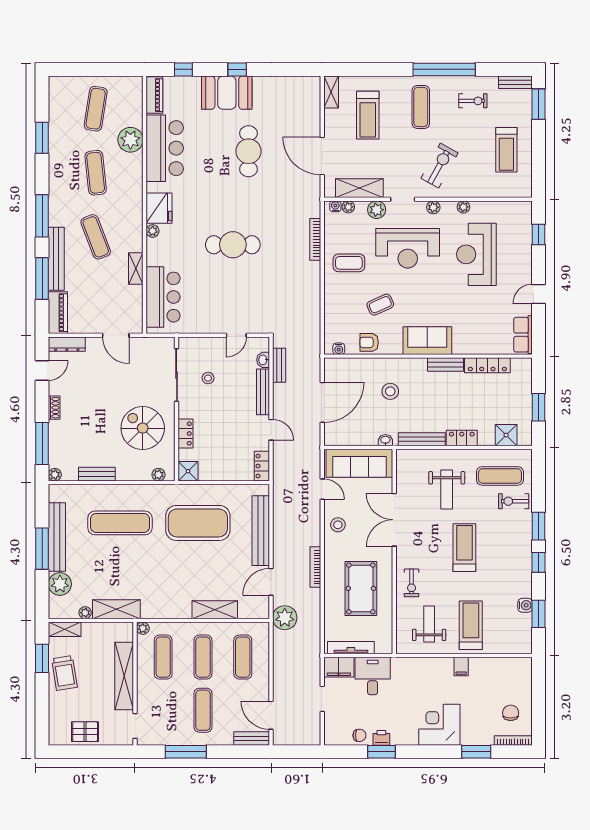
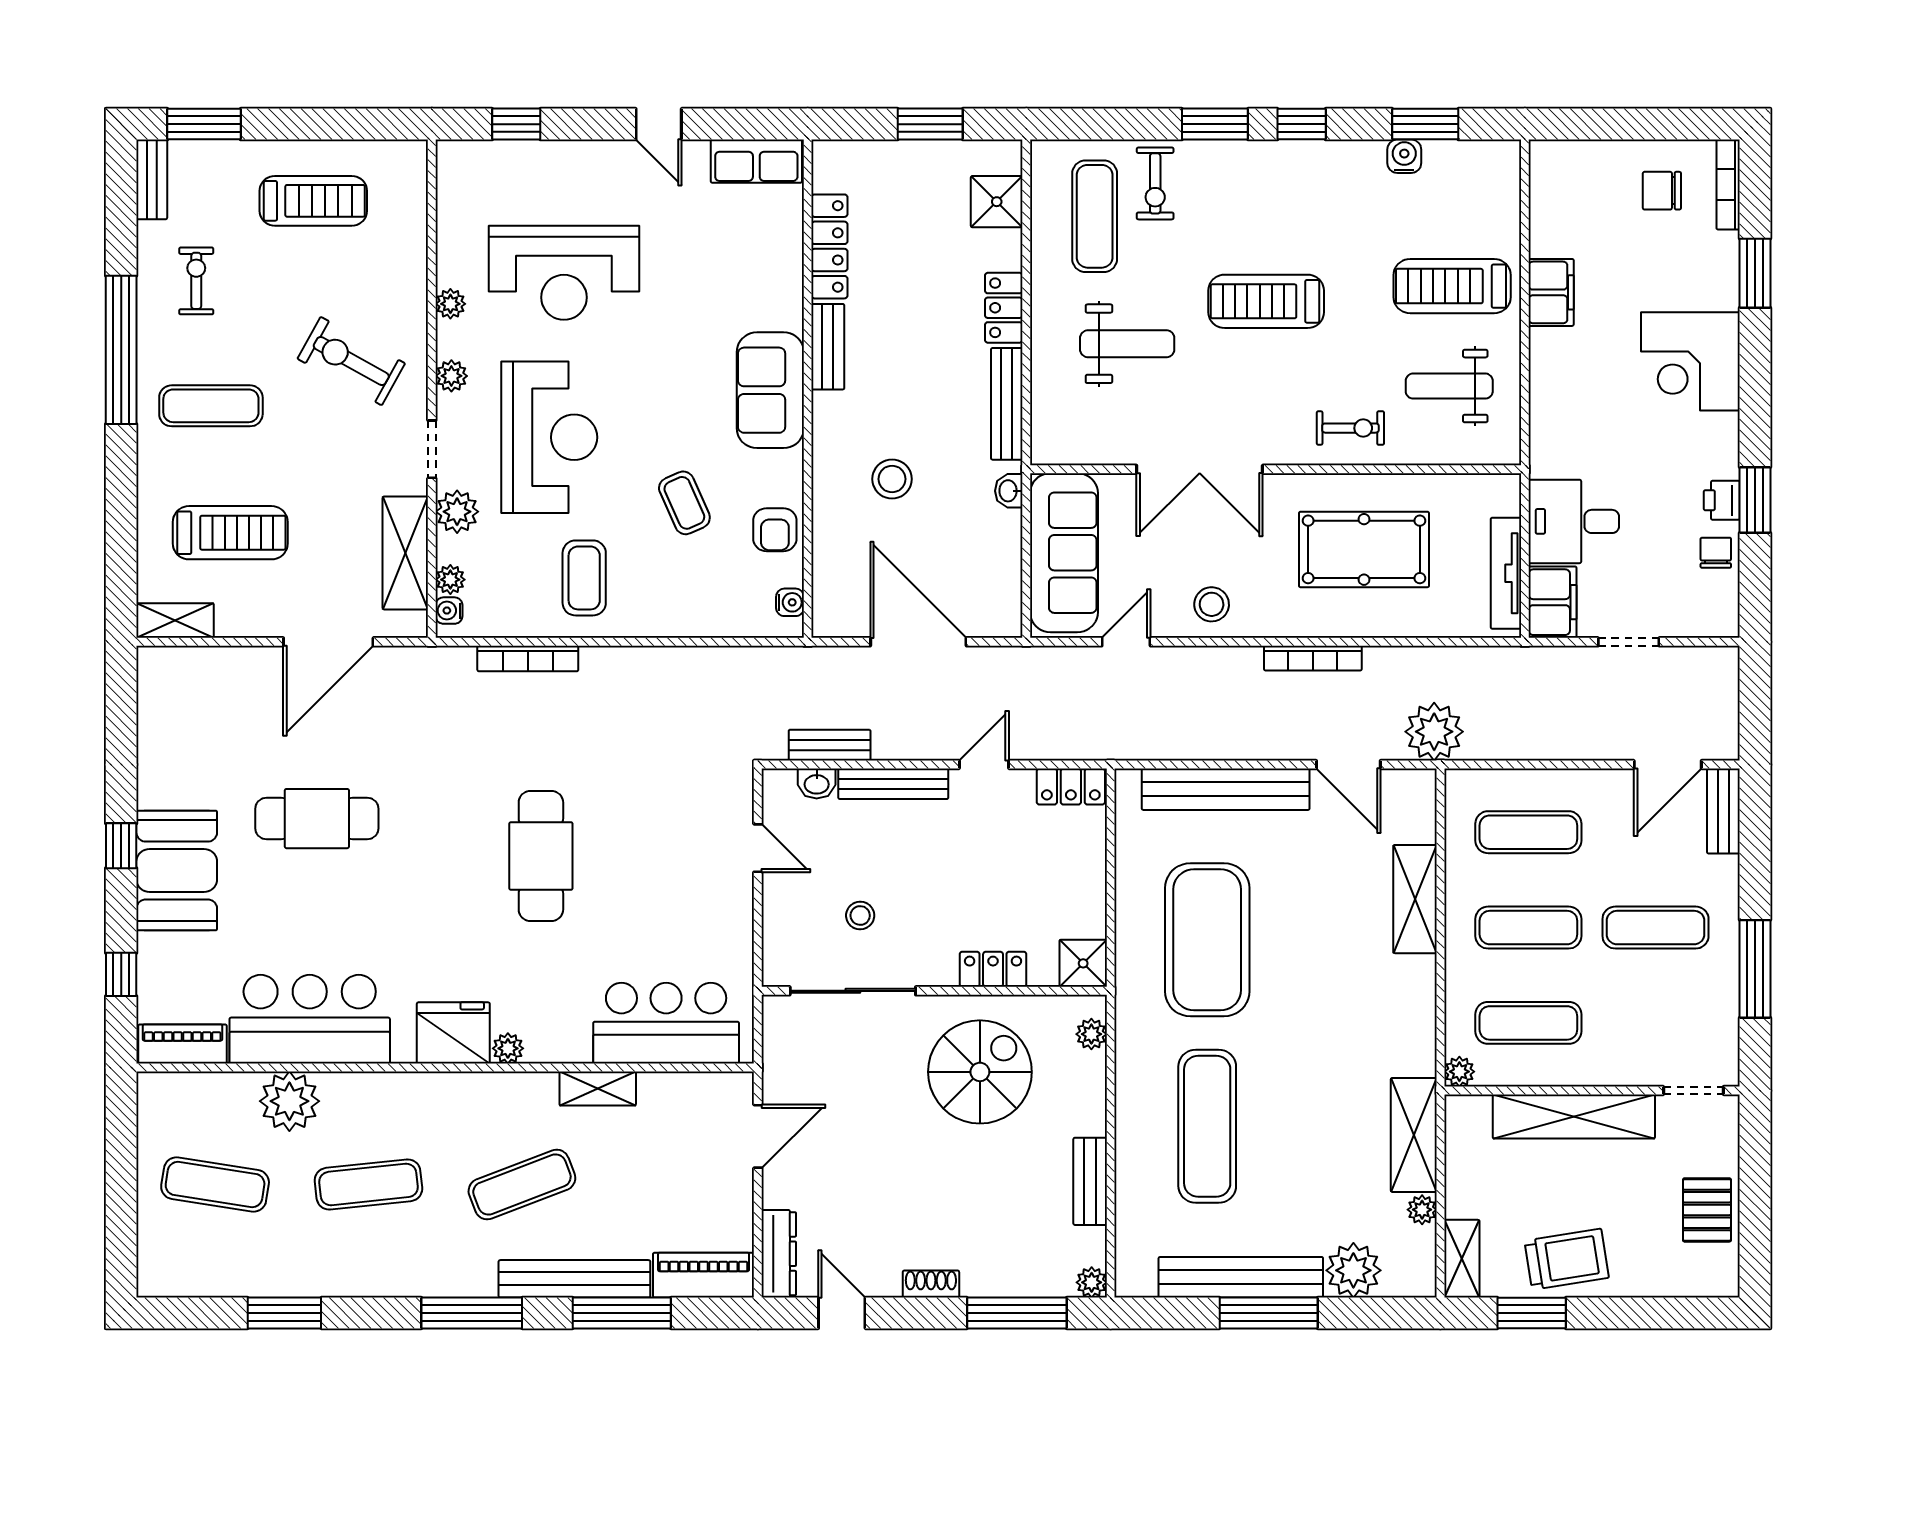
spiral stairs: (143, 428) -> (980, 1072), turned 180
filing cabinet: (461, 667) -> (1551, 292), width x2.00

